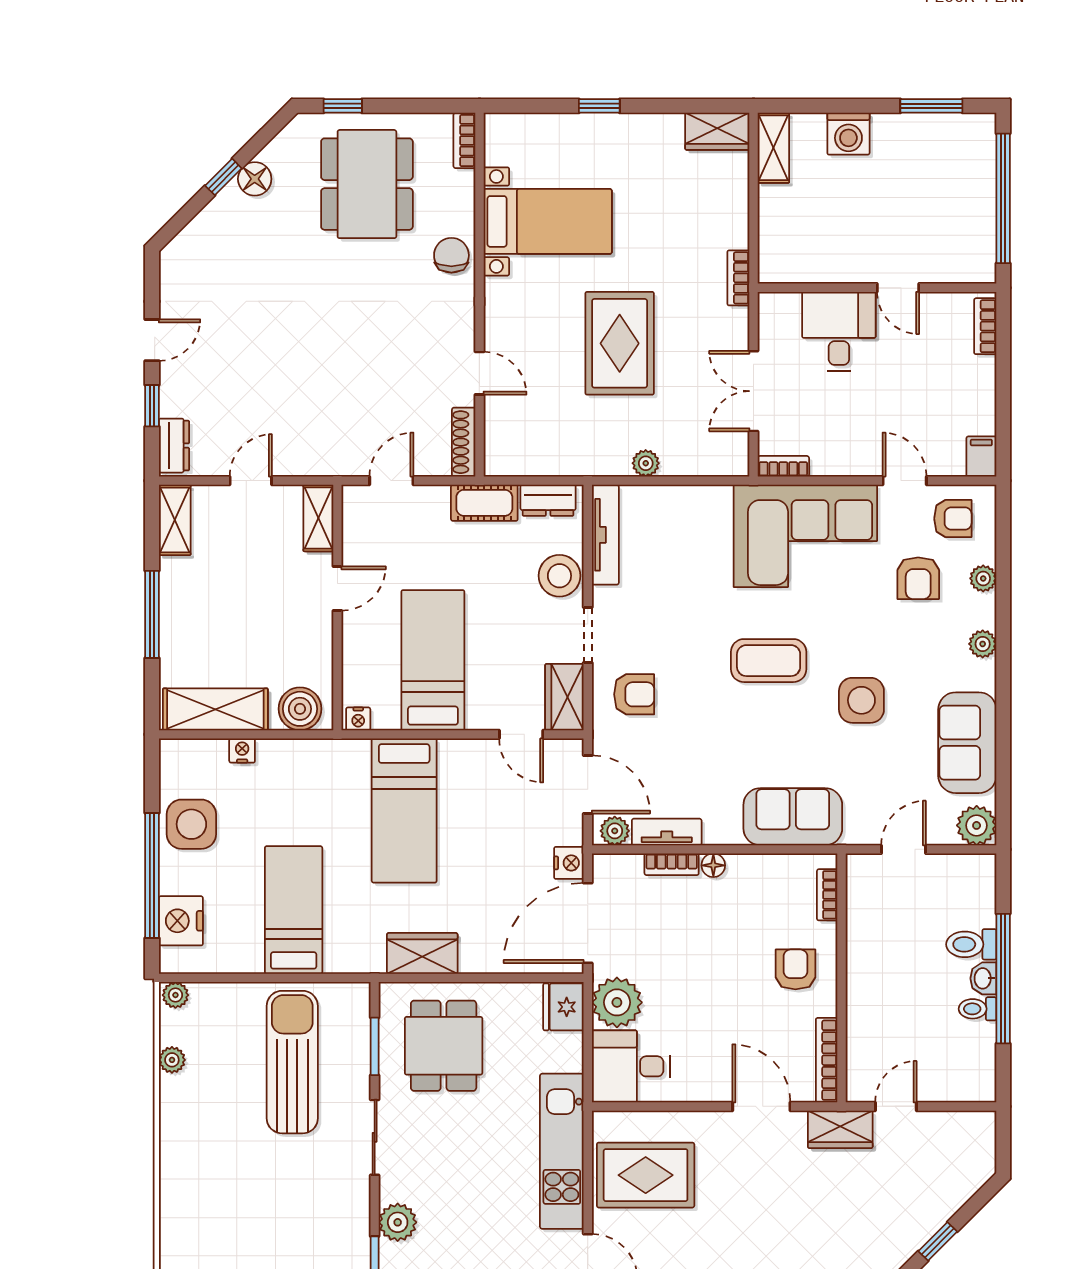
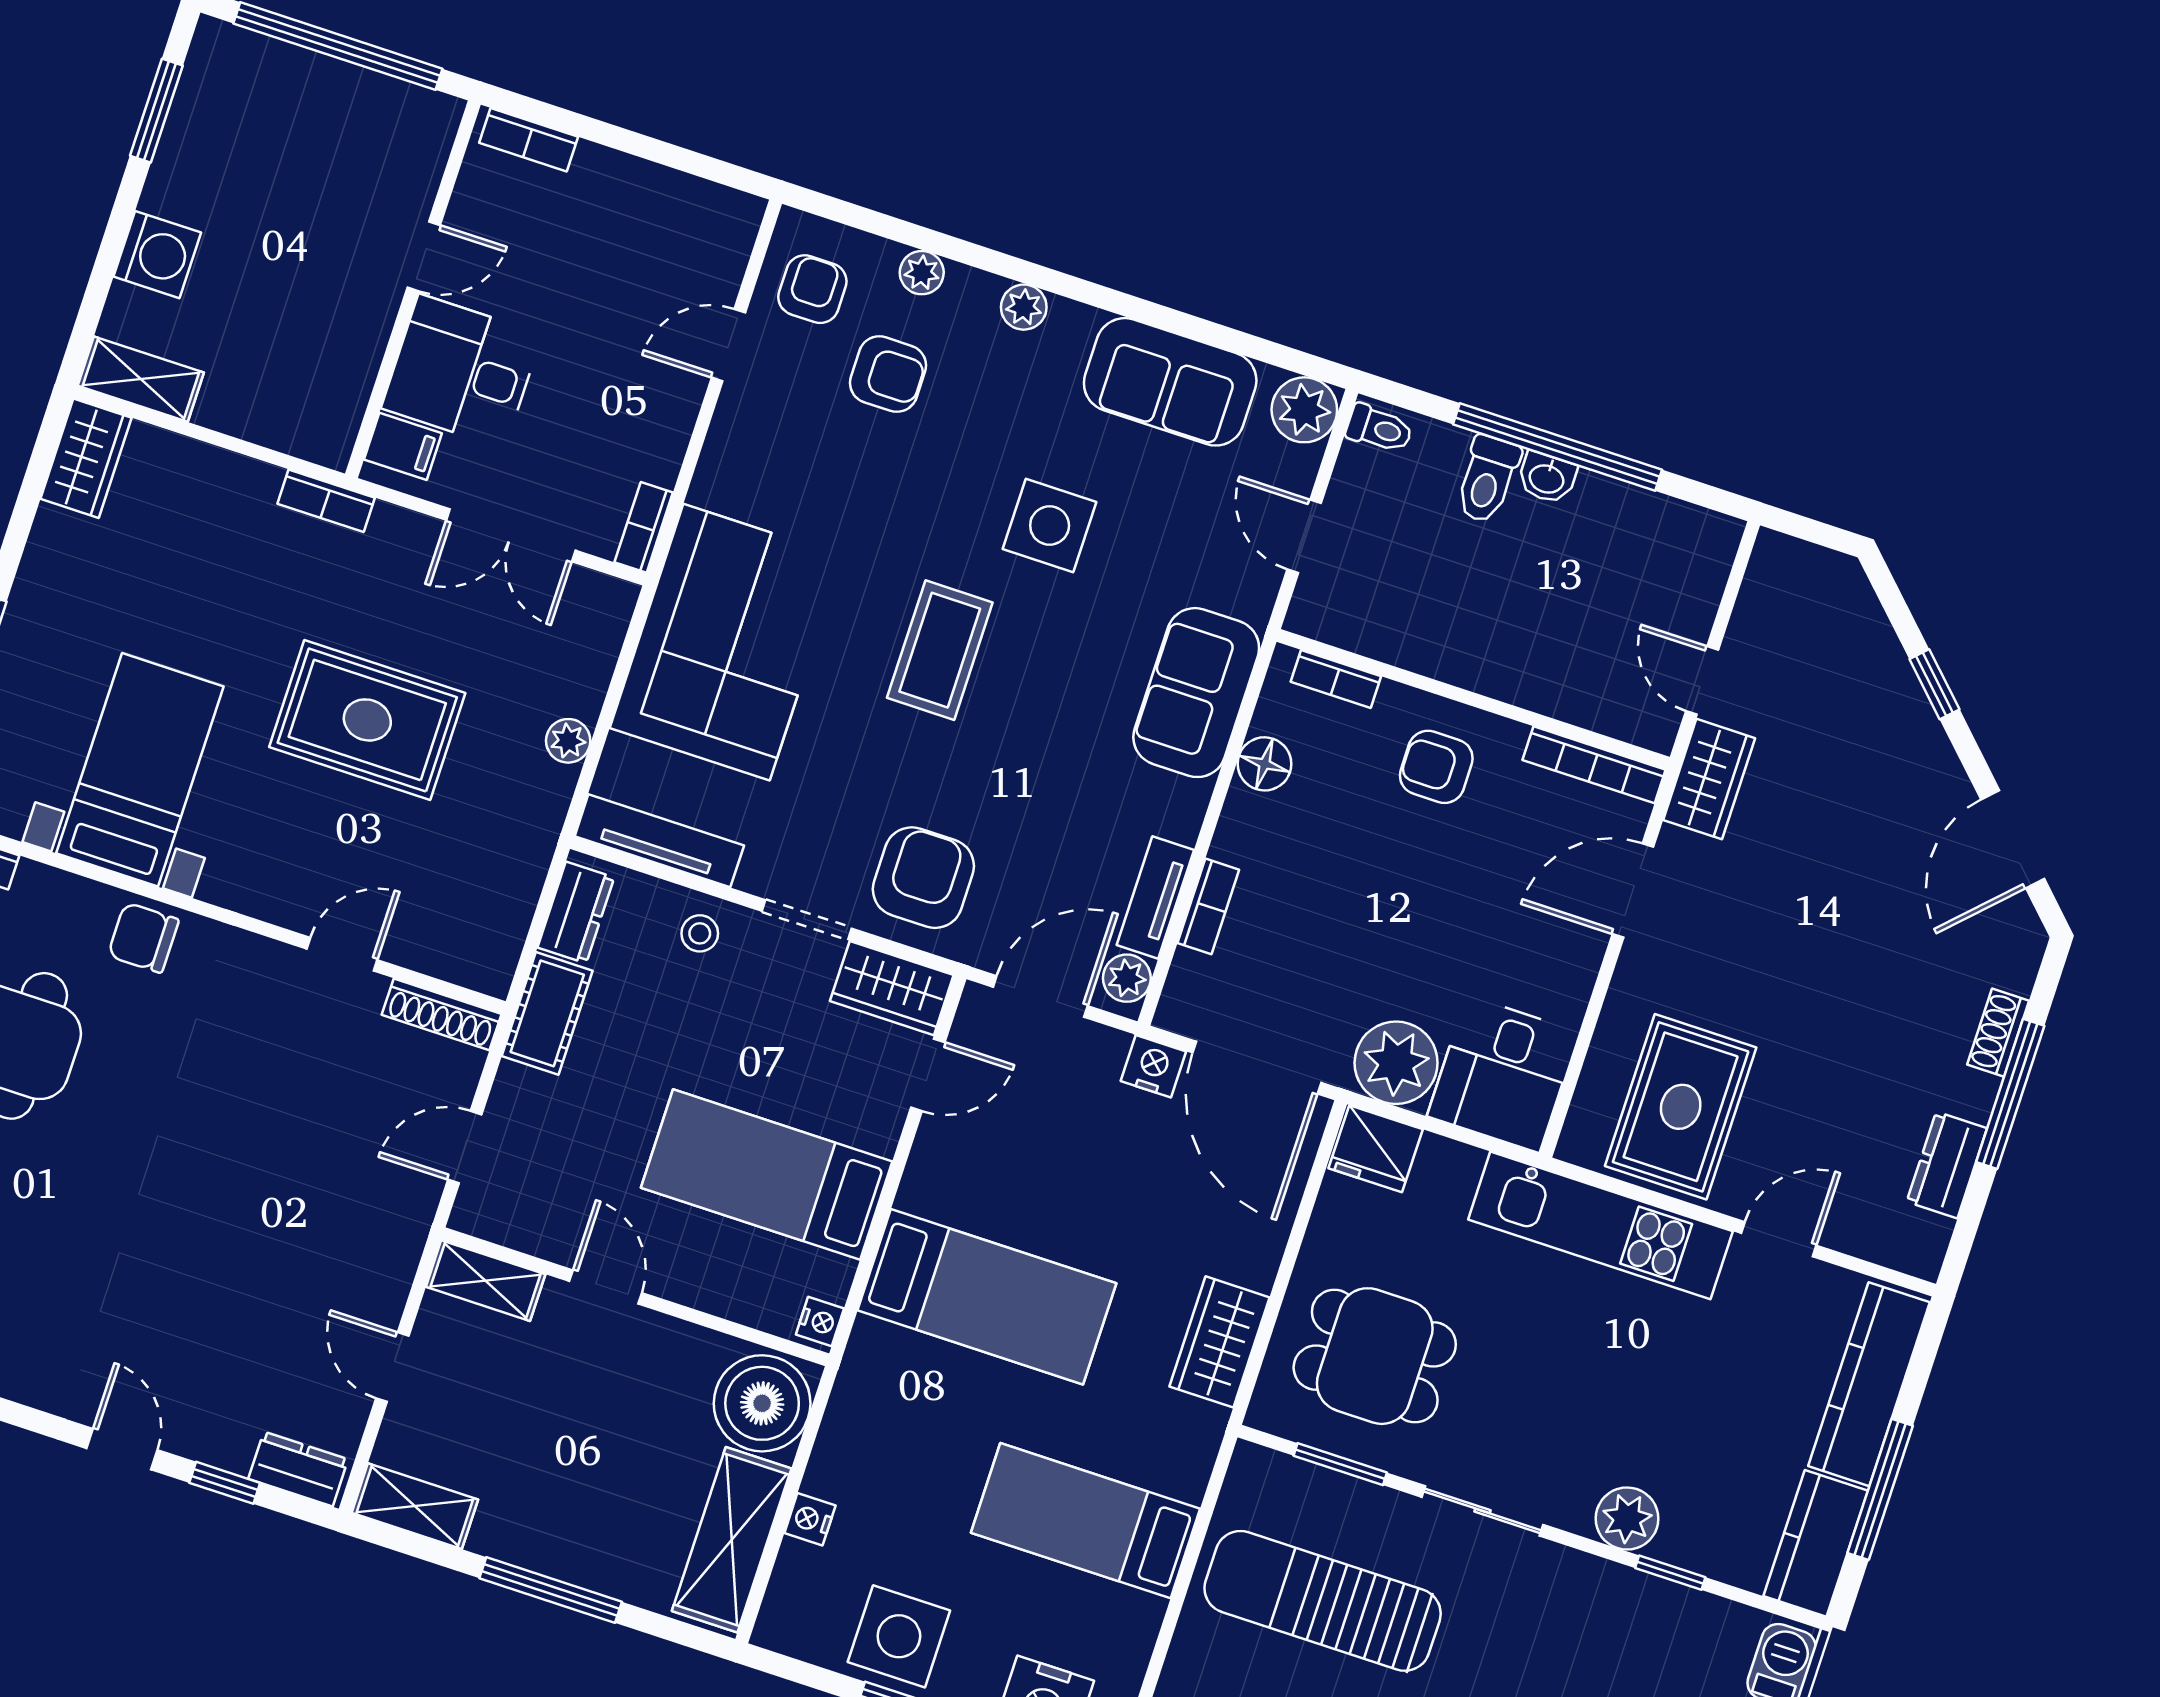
filing cabinet: (981, 457) -> (403, 446), moved, turned 180
door: (391, 481) -> (465, 1147), hinge flipped
corner sofa: (805, 536) -> (726, 642), moved
stool: (559, 576) -> (700, 933), width x0.53, depth x0.53
armchair: (634, 694) -> (923, 878), width x1.38, depth x1.38
boiler: (300, 709) -> (762, 1403), width x1.37, depth x1.37
floor lamp: (713, 865) -> (1264, 764), moved, width x1.37, depth x1.37
toilet: (977, 1009) -> (1379, 429), moved, turned -90

